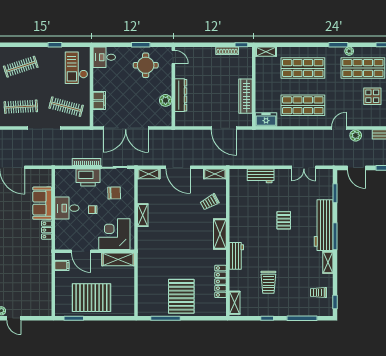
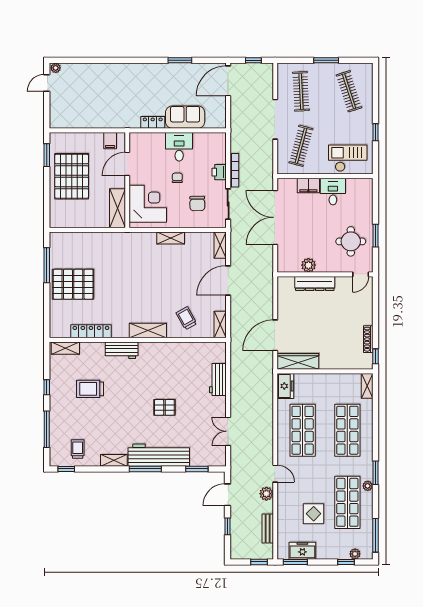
desk: (104, 57) -> (333, 192), moved
wardrobe: (246, 96) -> (298, 361), moved
printer: (88, 178) -> (219, 172), width x0.53, depth x0.68

